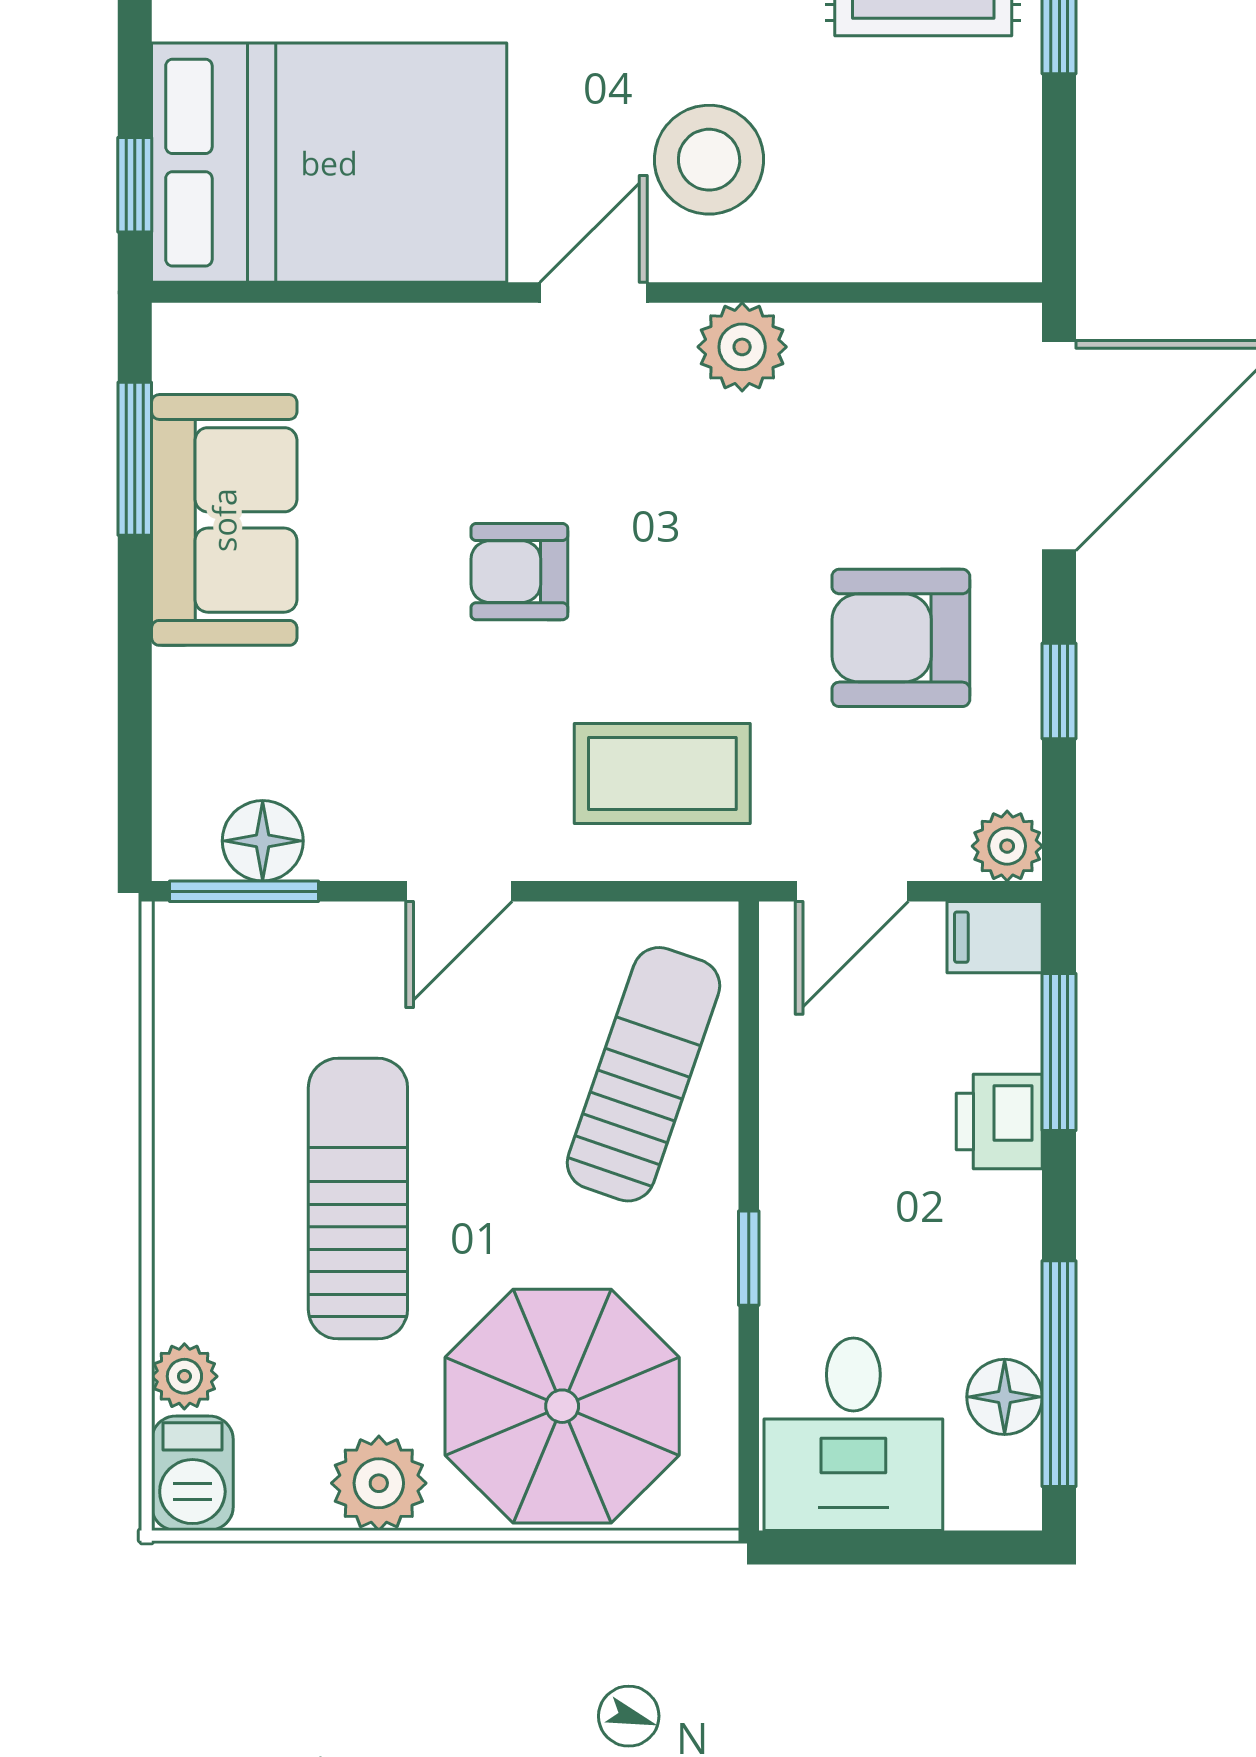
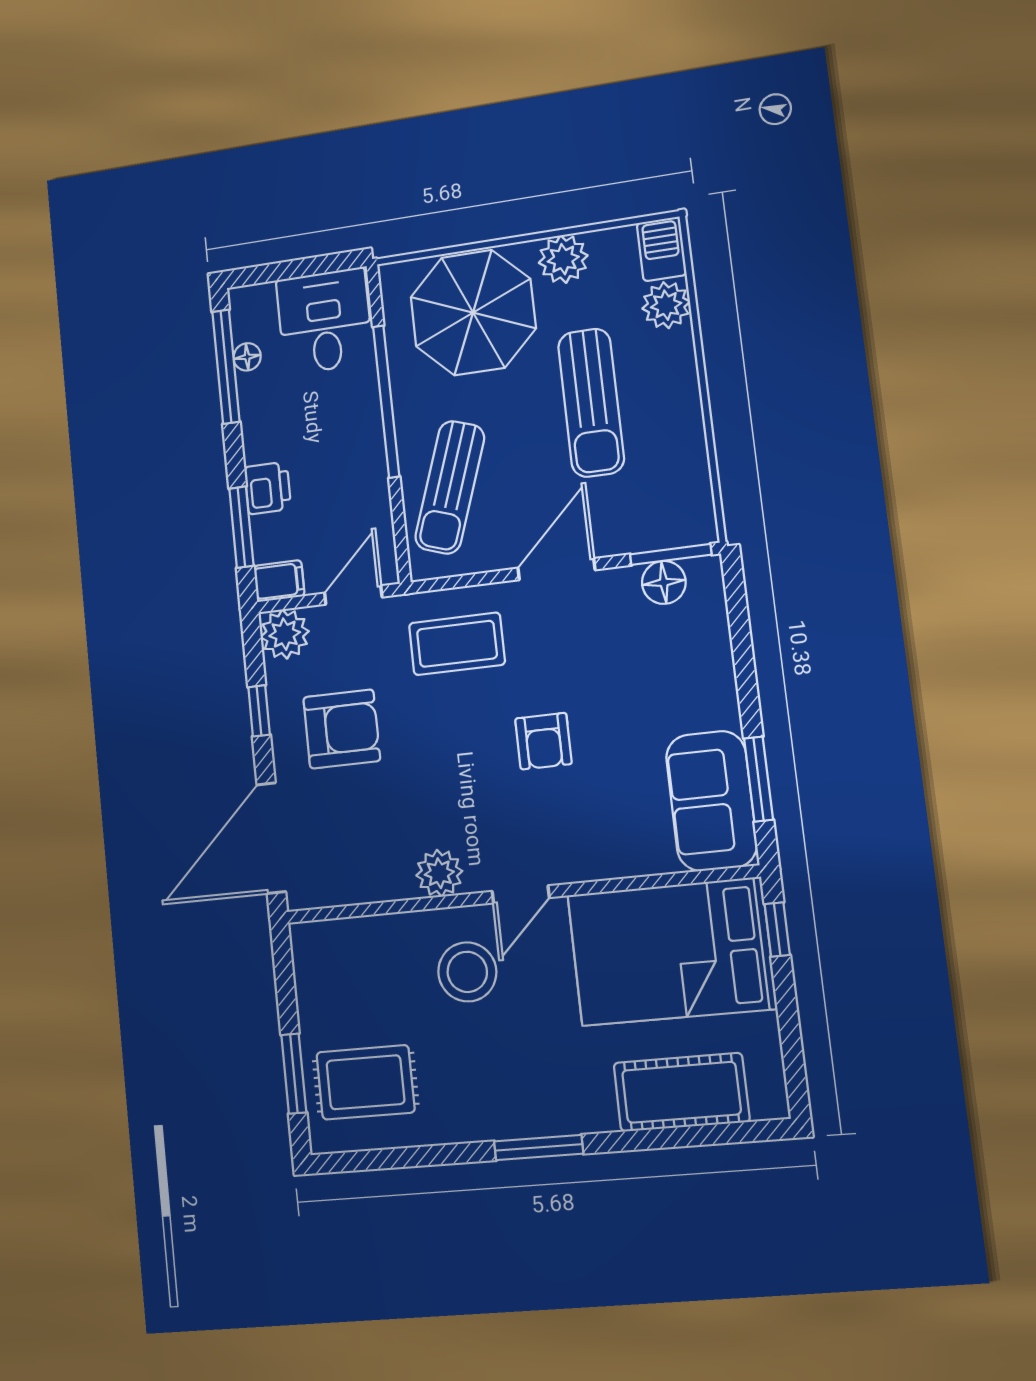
sofa: (224, 520) -> (711, 801), moved
armchair: (519, 572) -> (543, 741), turned 90
plant: (1007, 846) -> (285, 634), width x1.38, depth x1.38
door: (459, 891) -> (556, 569), width x1.38
window: (749, 1258) -> (386, 401), width x3.17
plant: (184, 1376) -> (666, 305), width x1.38, depth x1.38
floor lamp: (1005, 1397) -> (247, 357), width x0.73, depth x0.73

